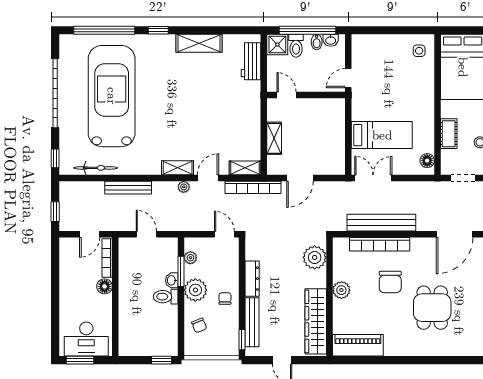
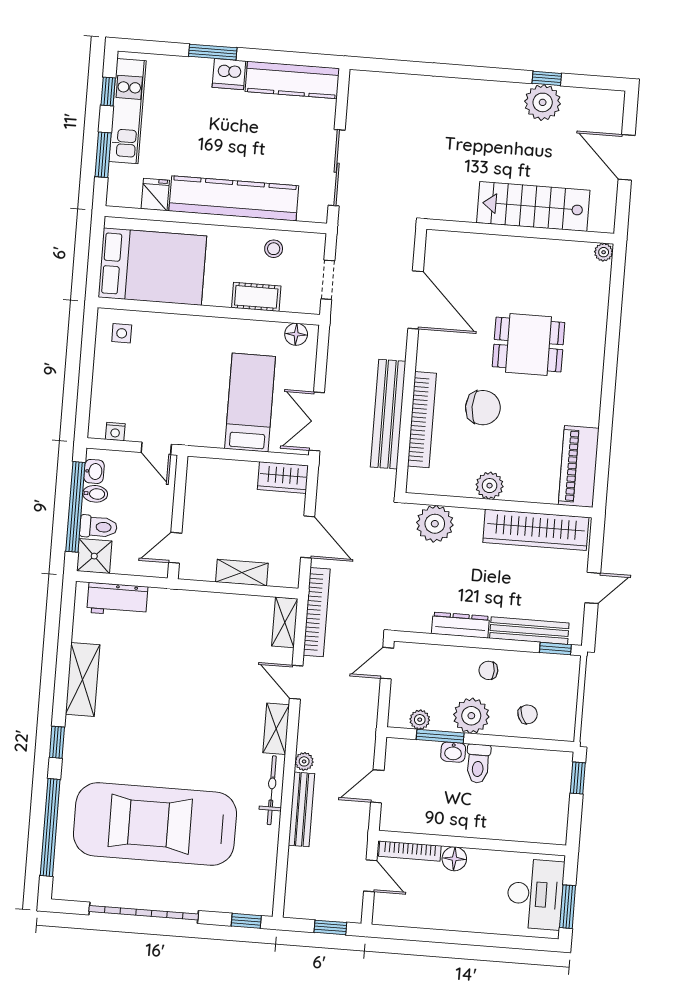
nightstand: (357, 52) -> (115, 432), added
wardrobe: (336, 159) -> (283, 478), added
bicycle: (96, 168) -> (272, 790), moved
plant: (184, 187) -> (304, 761), moved

